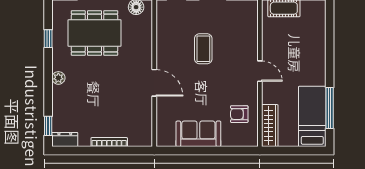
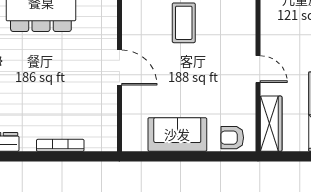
door: (260, 71) -> (258, 69), moved
armchair: (239, 114) -> (232, 138), moved

